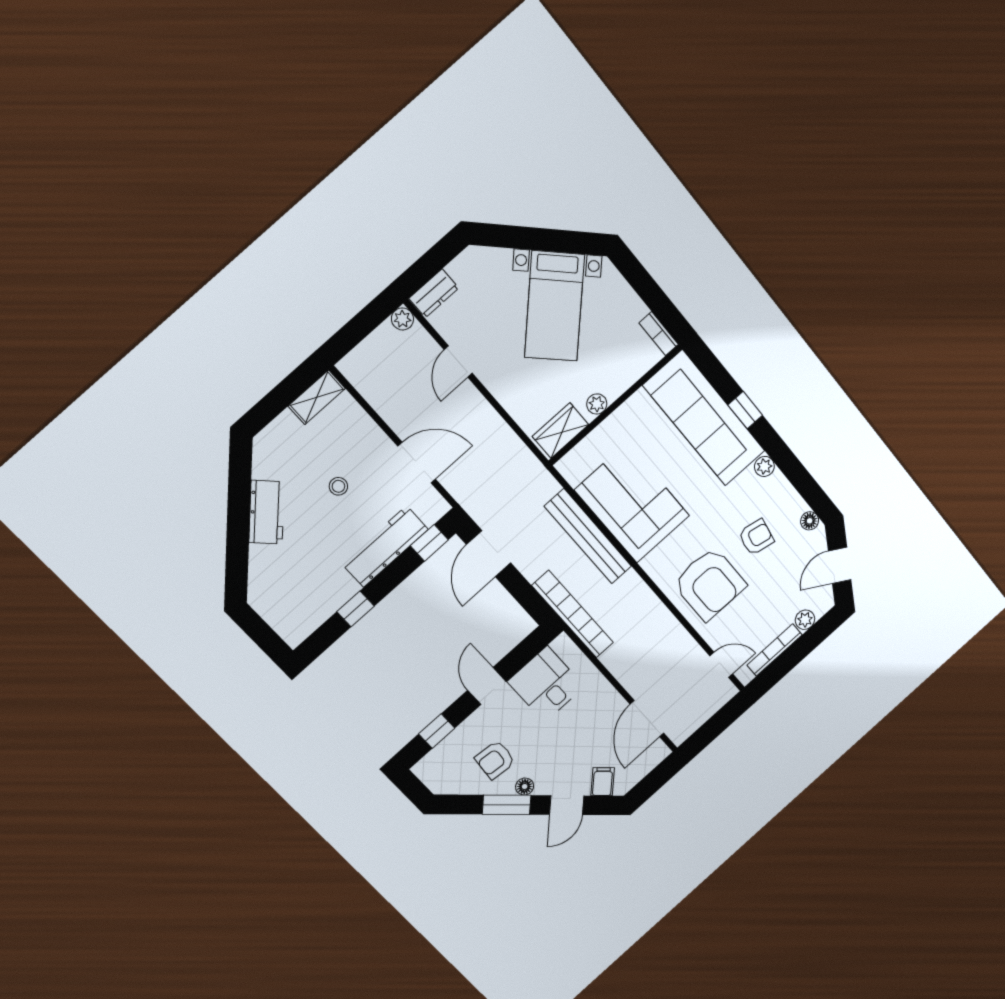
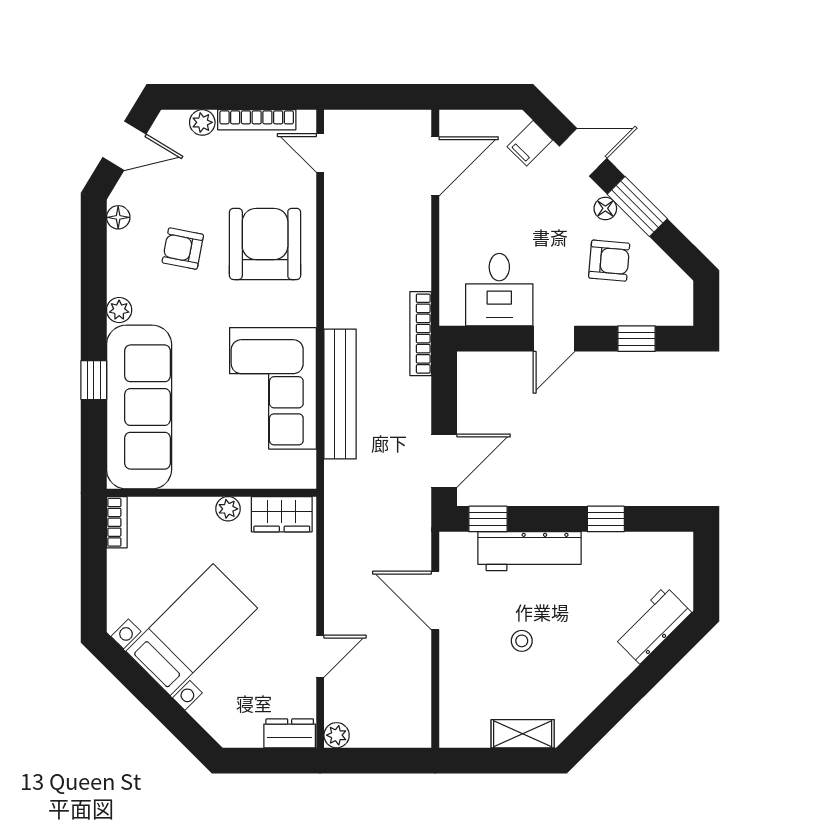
shelving: (317, 397) -> (523, 734), moved
workbench: (267, 512) -> (652, 625), moved
bookcase: (573, 614) -> (421, 334), width x0.68, depth x0.76

